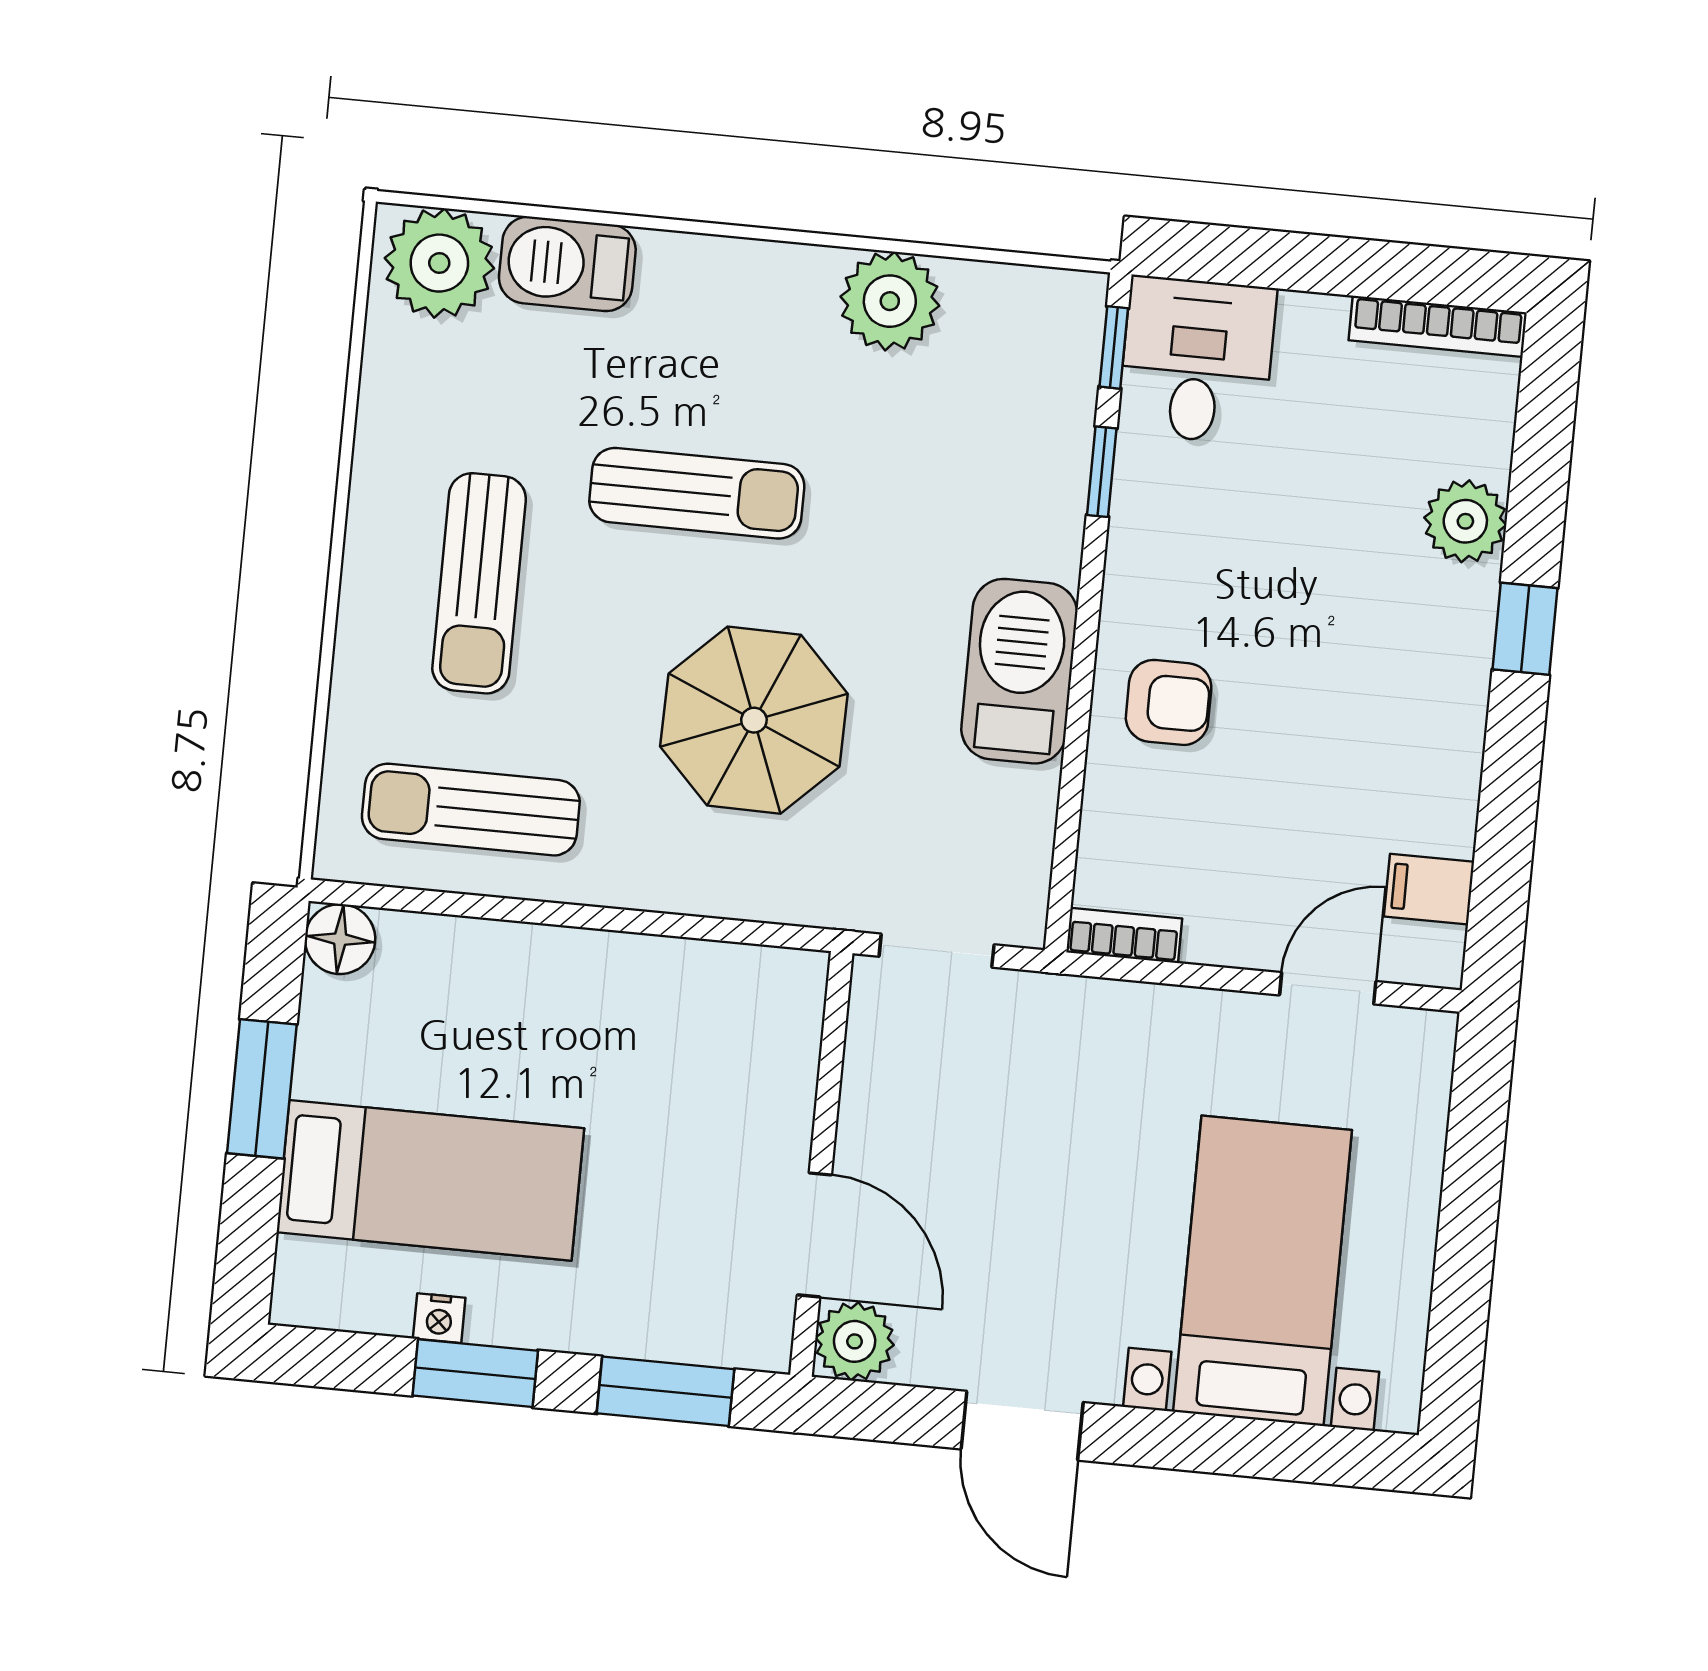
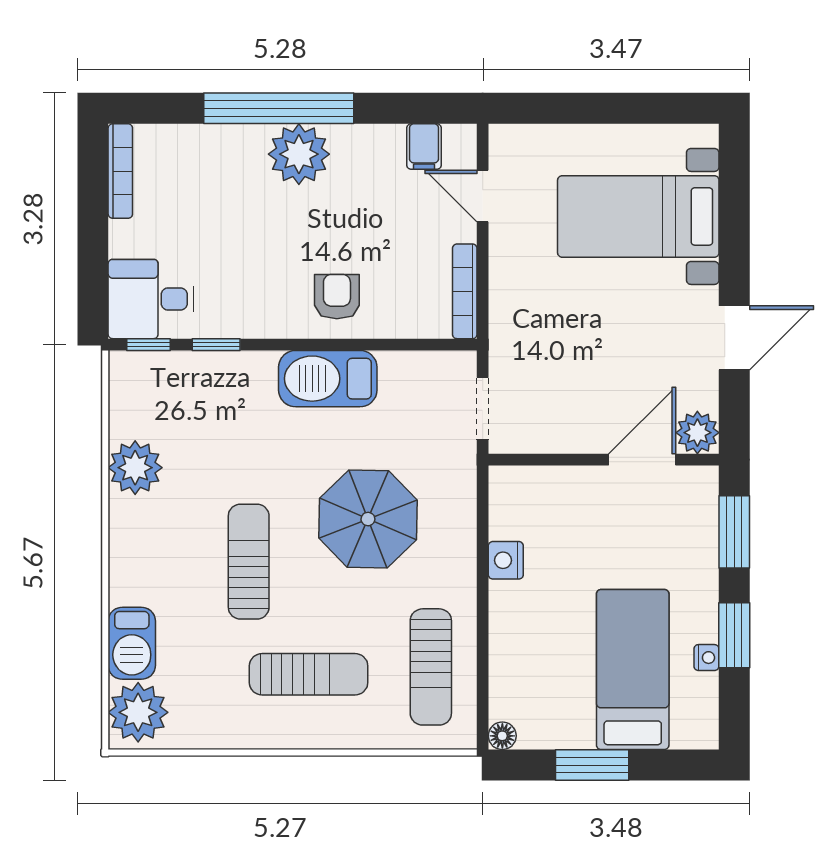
plant: (1465, 521) -> (299, 154), moved, width x1.36, depth x1.36
window: (1525, 629) -> (279, 108), width x3.17
bookcase: (1124, 935) -> (465, 291), width x1.56
floor lamp: (340, 939) -> (502, 736), width x0.73, depth x0.73
nightstand: (654, 966) -> (506, 560), added

